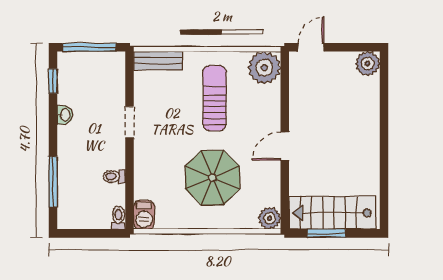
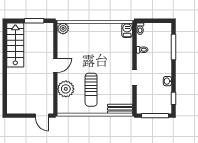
door: (311, 47) -> (42, 116), hinge flipped
plant: (368, 64) -> (13, 107), removed
plant: (264, 68) -> (66, 89), moved
parasol: (212, 178) -> (92, 49), removed
stairs: (332, 213) -> (15, 45), moved, turned -90

